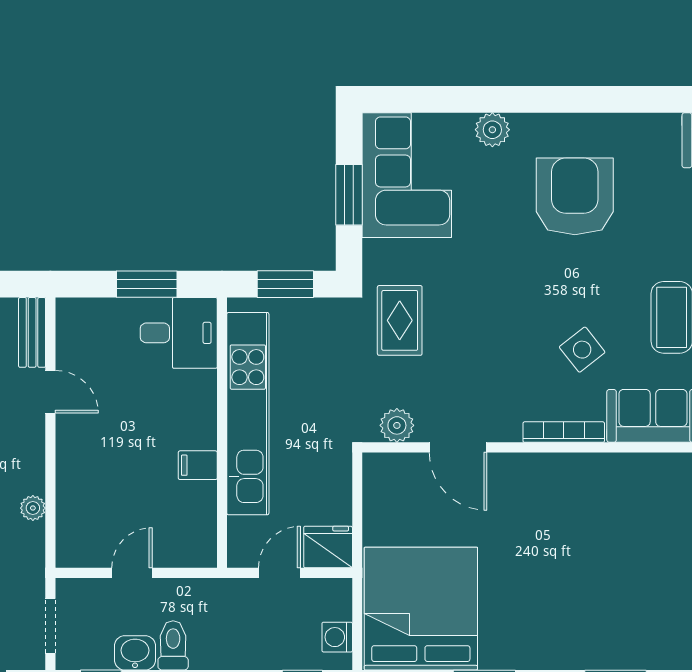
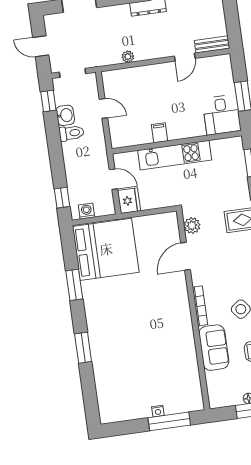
kitchen unit: (248, 414) -> (175, 155), width x0.73

